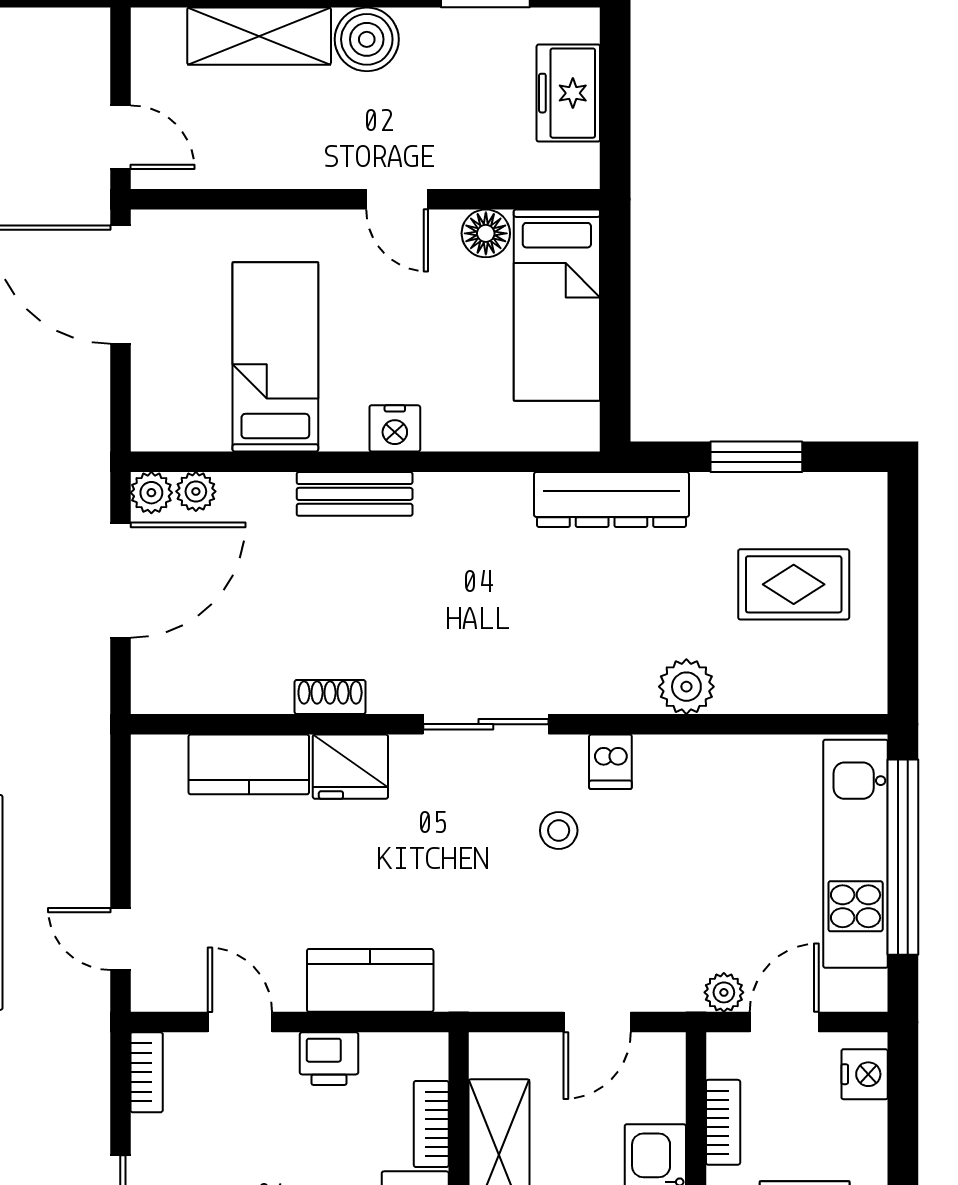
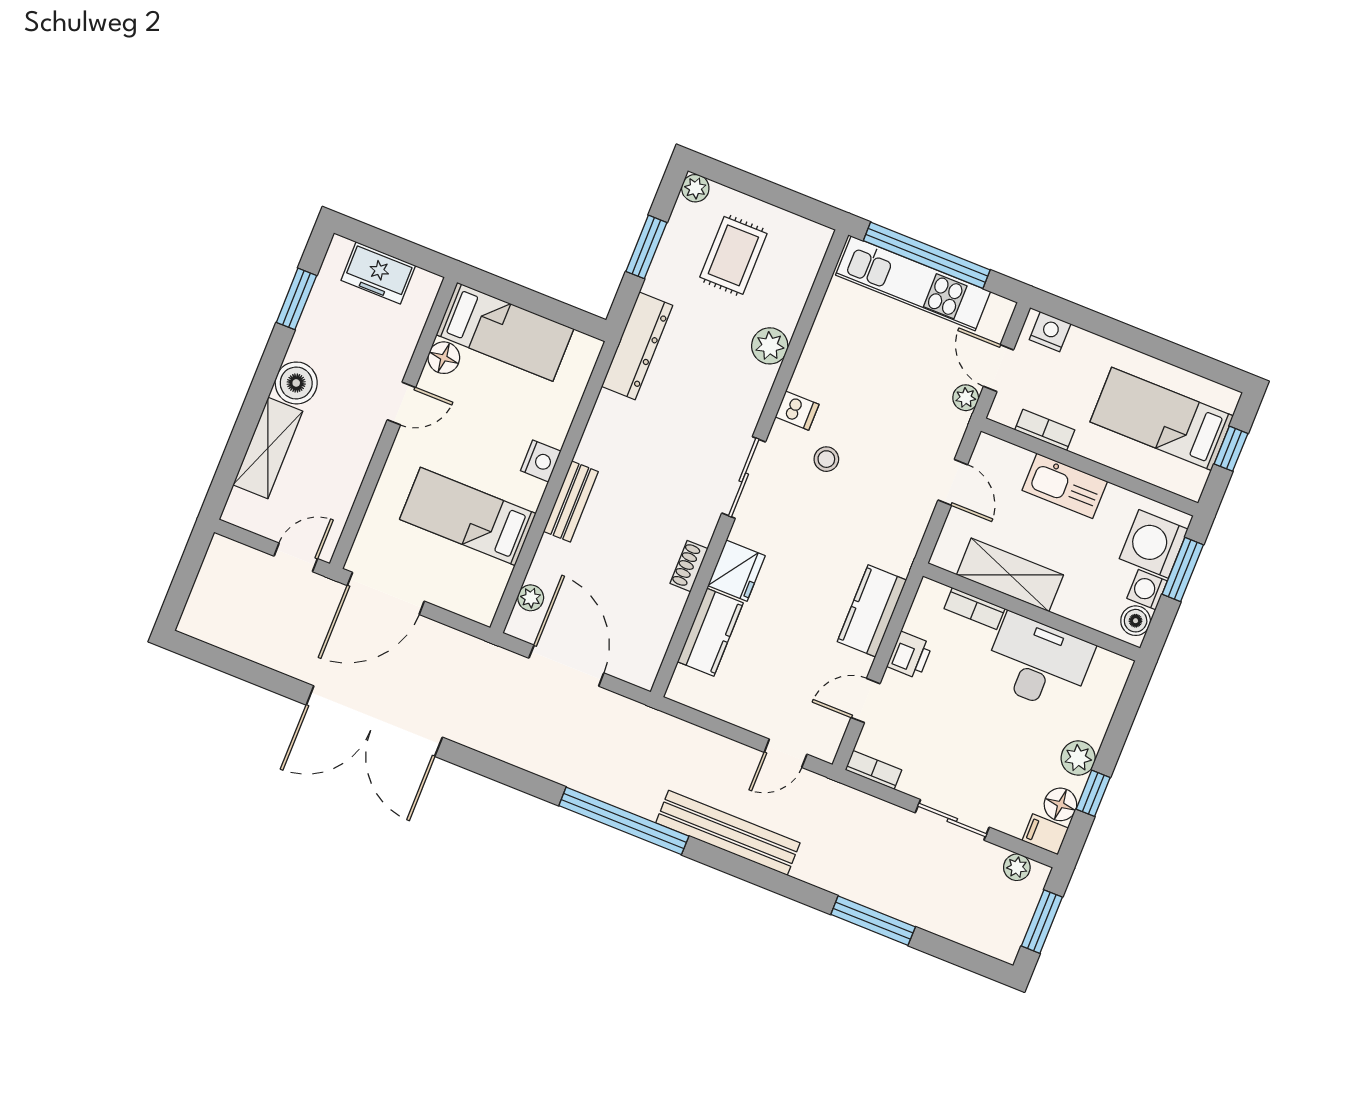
plant: (151, 493) -> (695, 188), moved

